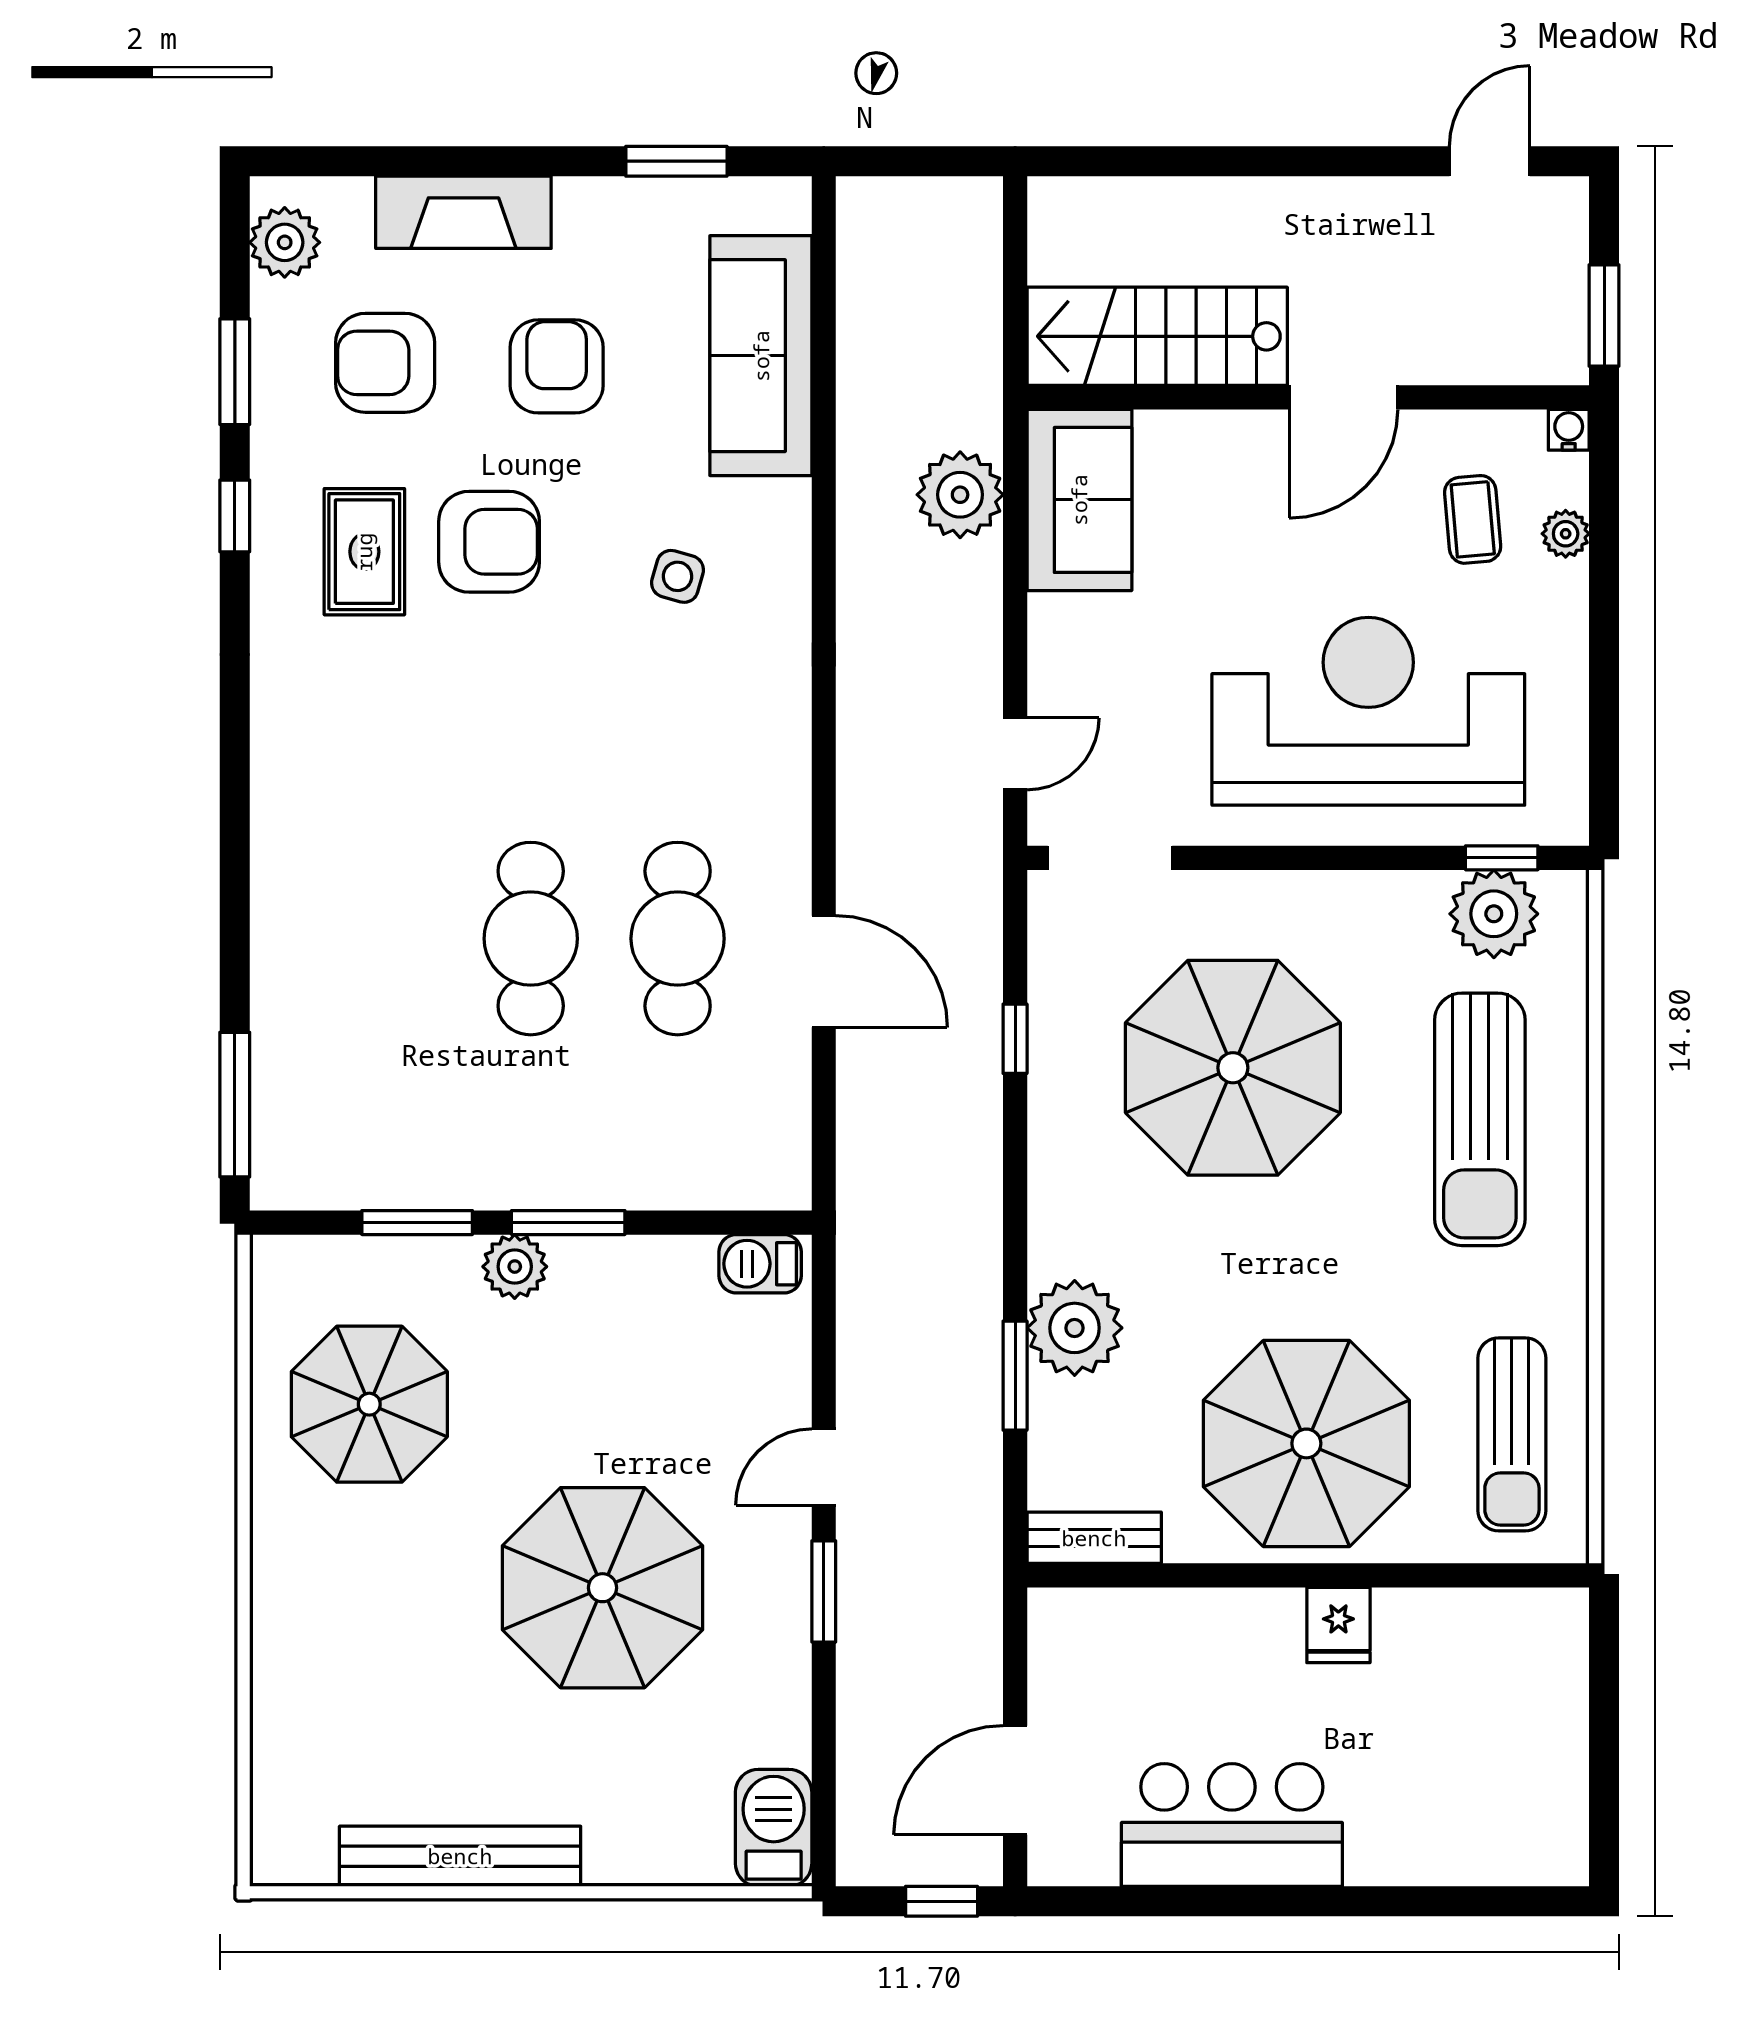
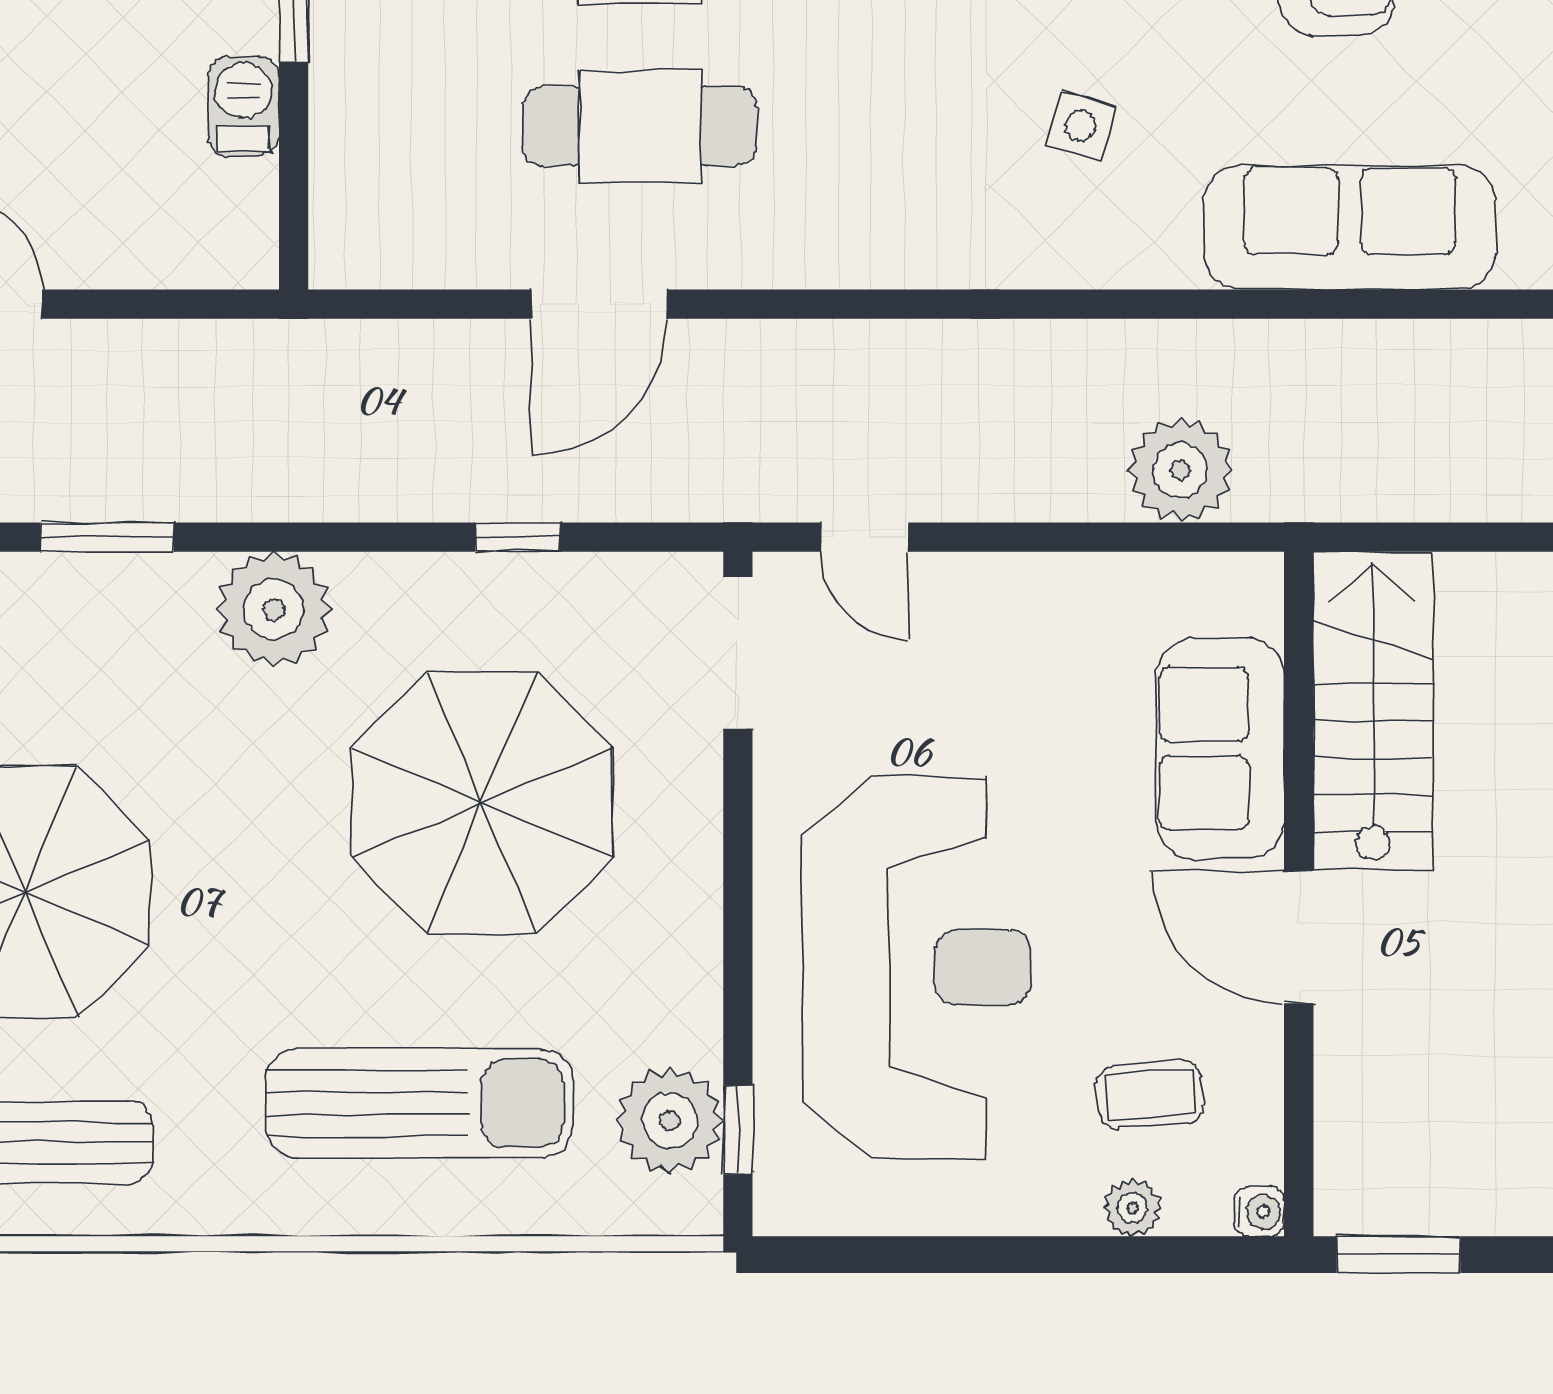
sofa: (1079, 500) -> (1220, 748), moved, turned 90
sun lounger: (1480, 1119) -> (419, 1103), turned 180
barbecue: (760, 1264) -> (243, 106), moved
plant: (1075, 1328) -> (274, 610), moved

